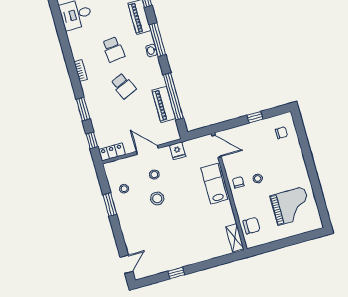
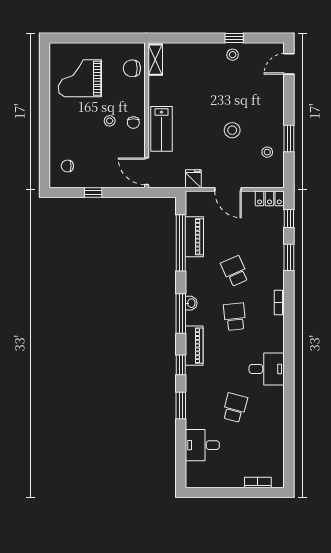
stool: (154, 174) -> (233, 55), moved

